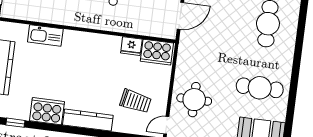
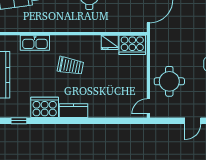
trolley: (136, 101) -> (70, 66), moved
kitchen counter: (88, 120) -> (74, 111), width x0.67

